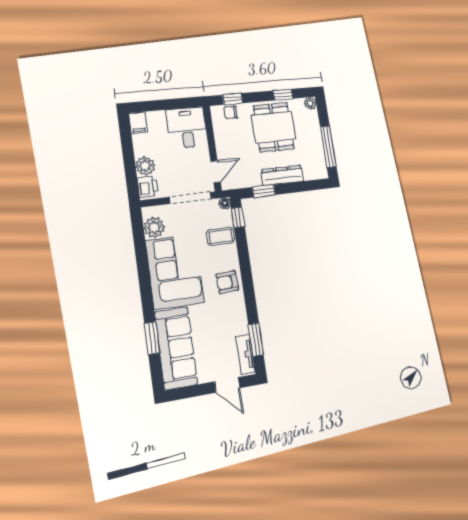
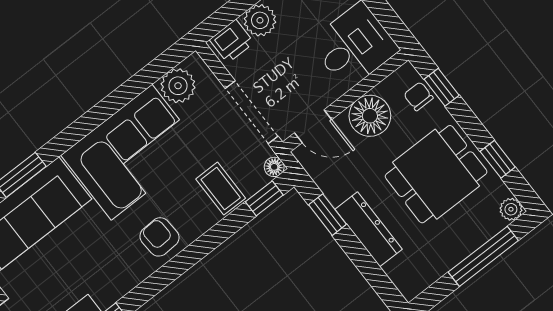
floor lamp: (227, 141) -> (370, 116), added
window: (328, 147) -> (483, 256), moved

